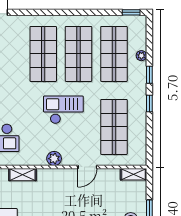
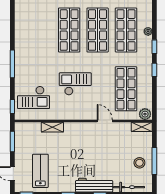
checkout: (63, 110) -> (75, 84), moved
plant: (54, 159) -> (145, 114), moved
door: (87, 167) -> (105, 121), swing flipped

